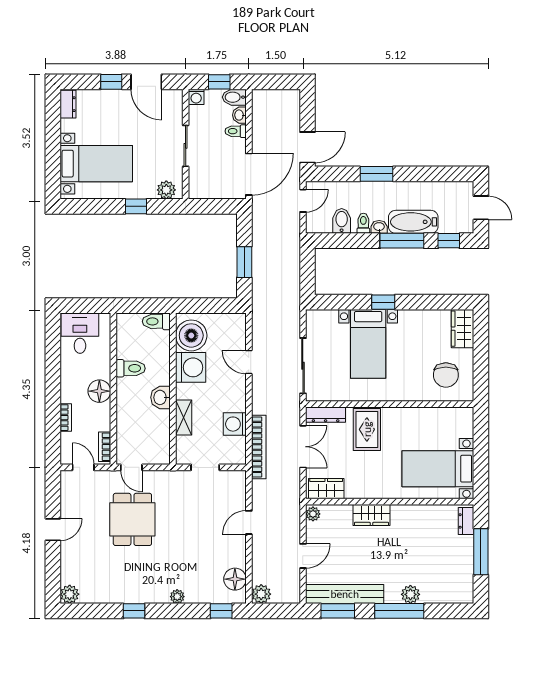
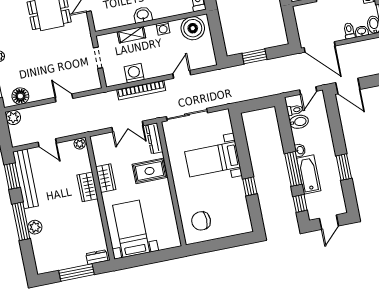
window: (376, 174) -> (344, 167), moved
door: (303, 201) -> (308, 90), hinge flipped
toilet: (363, 223) -> (295, 110), moved
window: (383, 302) -> (250, 186), moved
wardrobe: (462, 329) -> (238, 226), removed
washing machine: (191, 367) -> (163, 28), width x0.53, depth x0.53
bookcase: (259, 447) -> (141, 90), moved
wardrobe: (326, 489) -> (106, 178), moved

